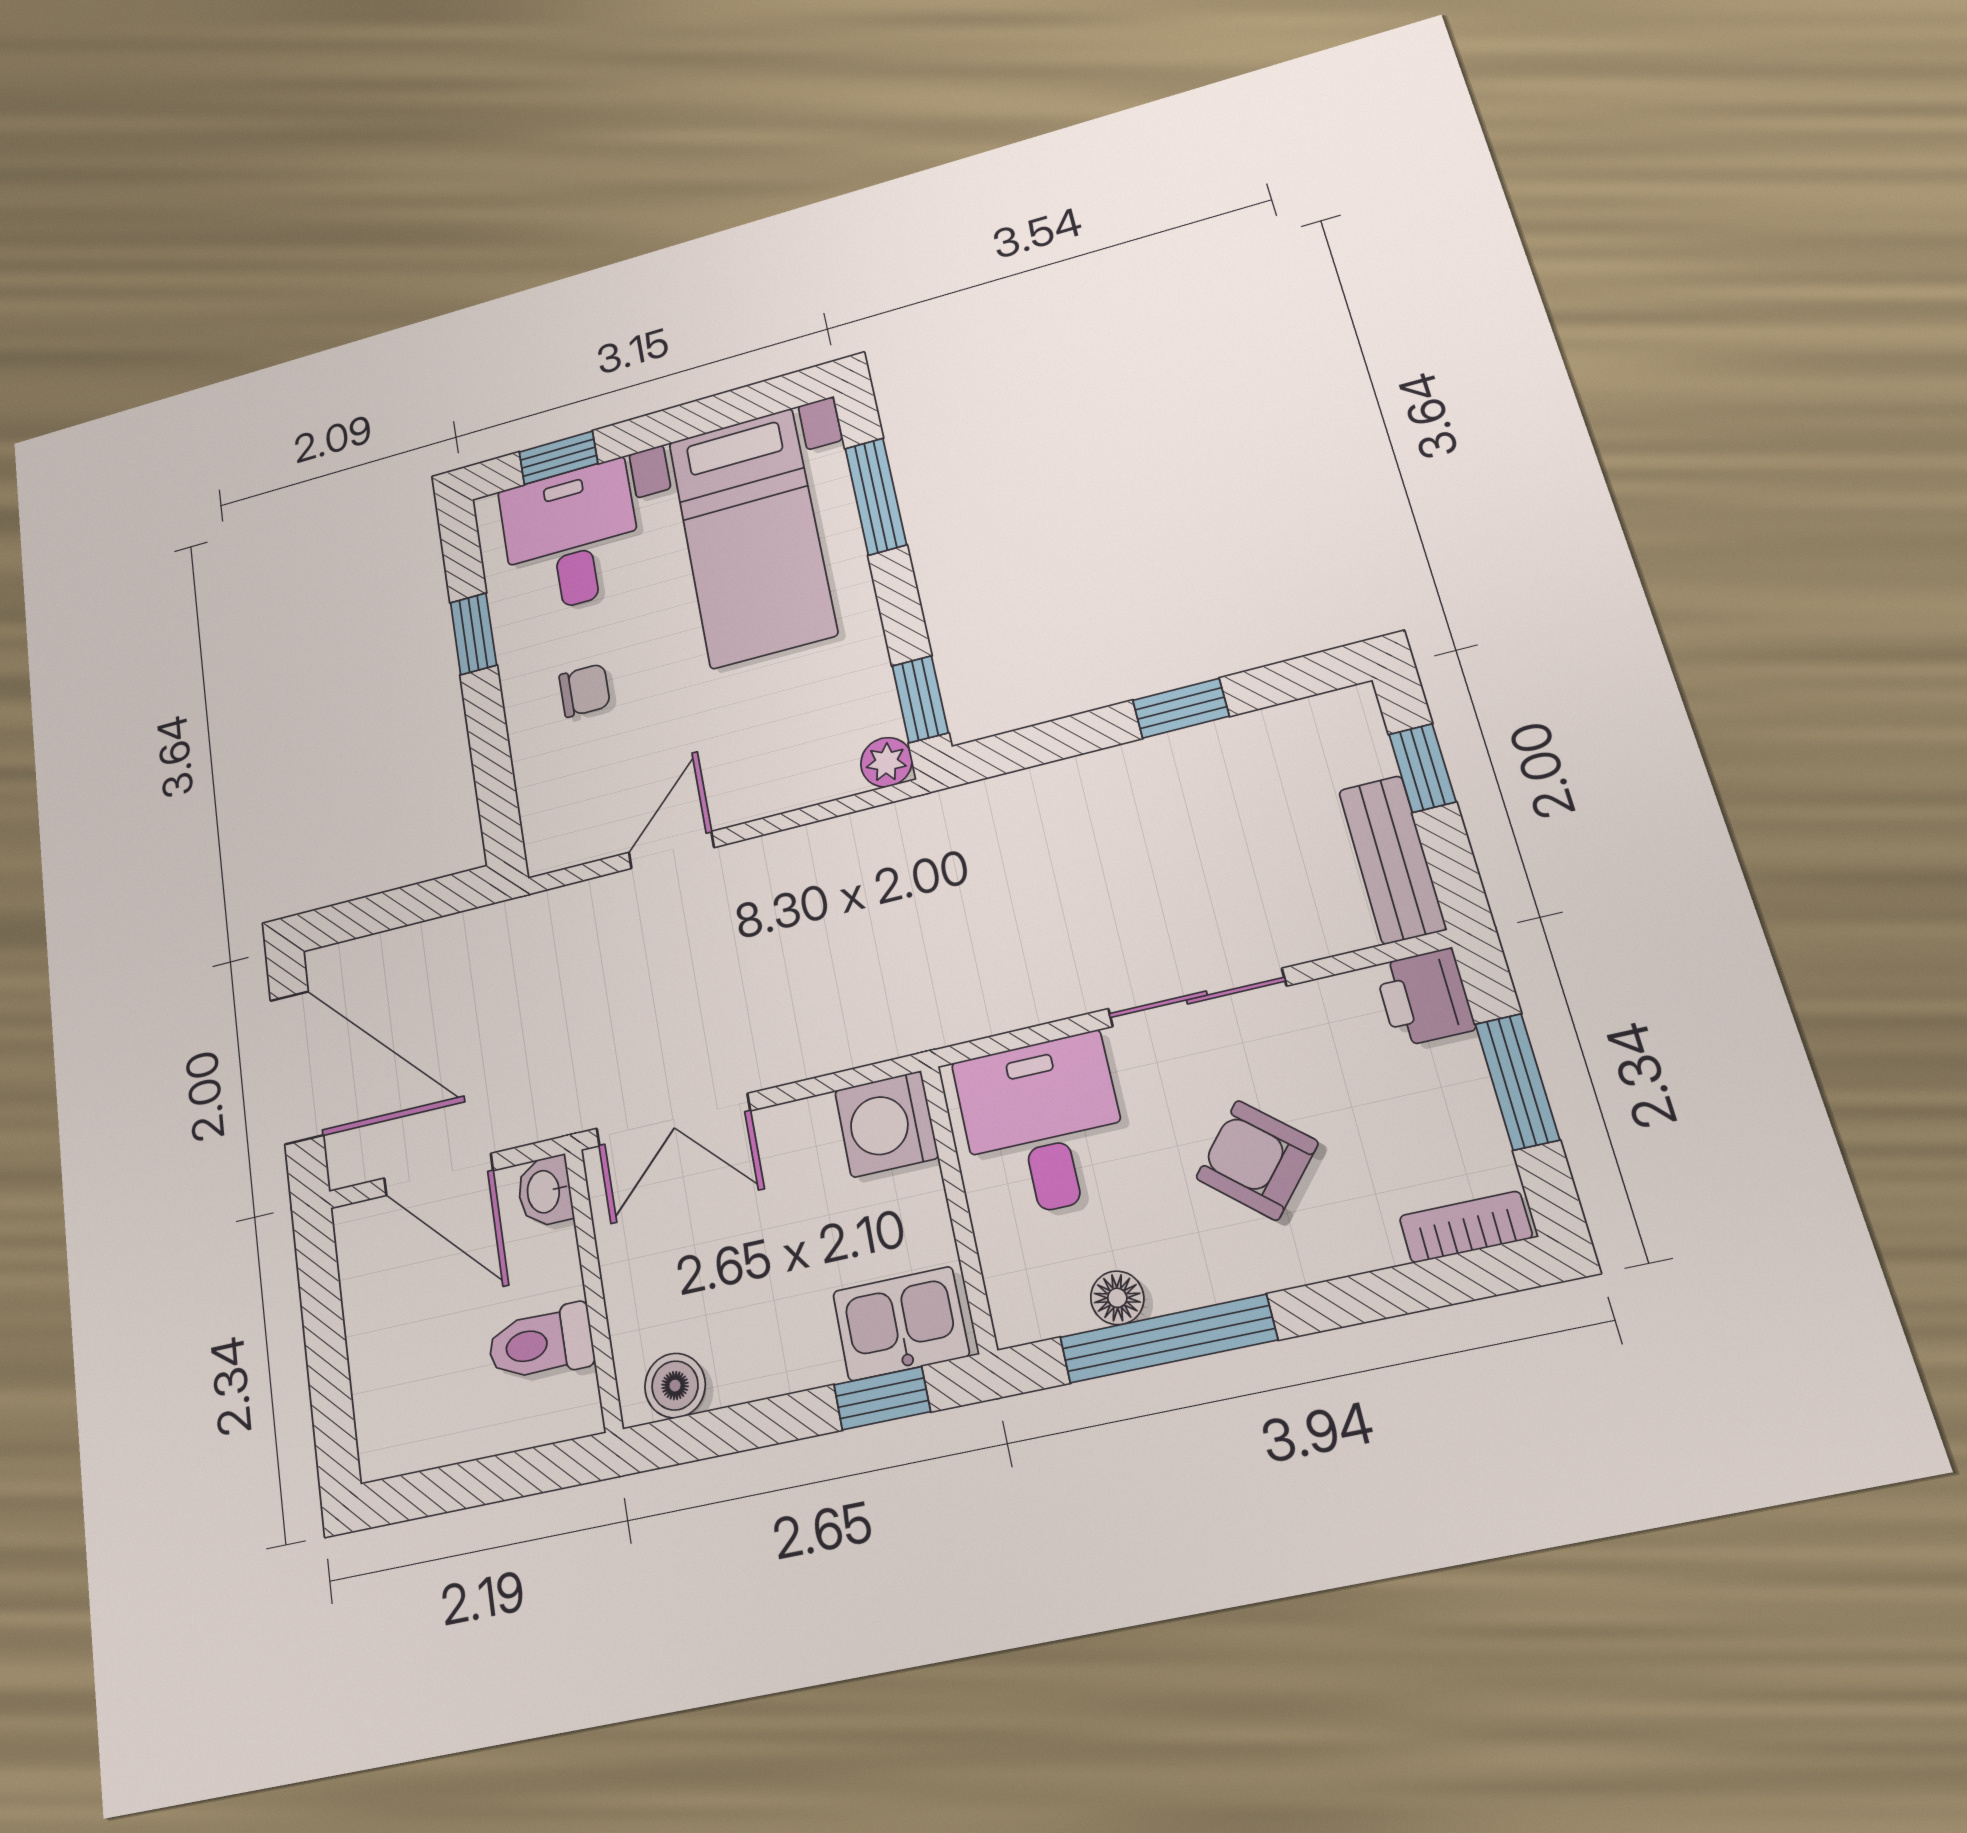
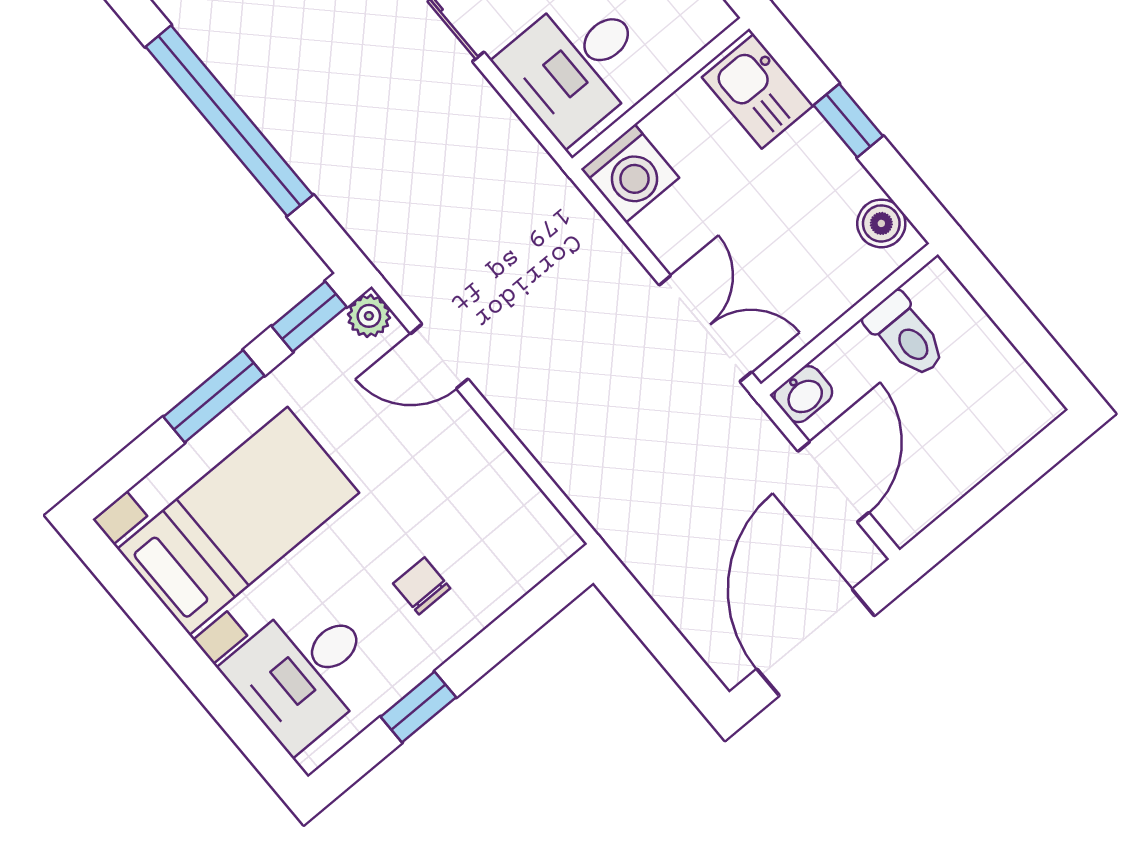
window: (558, 458) -> (241, 724), removed
window: (876, 496) -> (214, 396), moved
window: (1181, 708) -> (229, 121), width x3.17
door: (671, 850) -> (439, 356), moved
window: (882, 1398) -> (848, 121), moved

